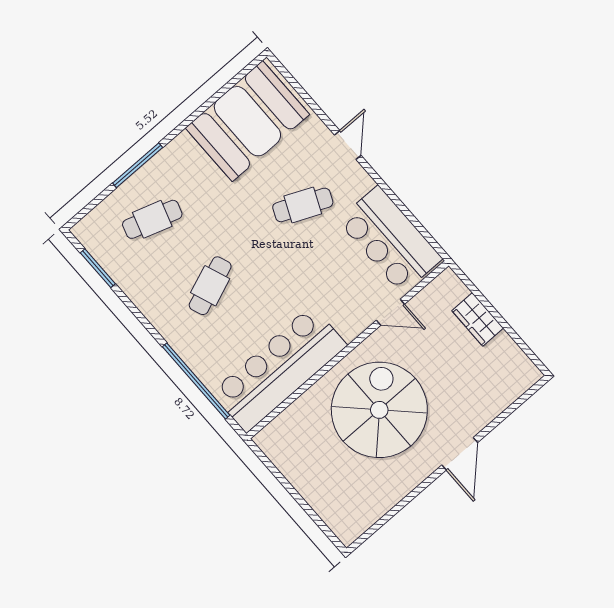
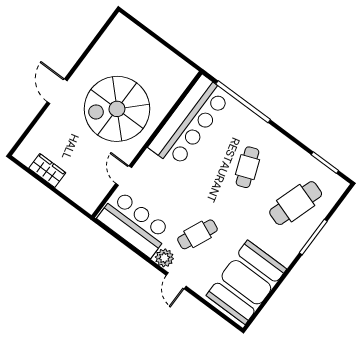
plant: (358, 181) -> (164, 258), added
cafe table: (152, 219) -> (296, 203), width x1.37, depth x1.35
door: (390, 312) -> (124, 176), hinge flipped
wardrobe: (478, 319) -> (47, 170), moved
spiral stairs: (379, 410) -> (117, 109), turned 90

